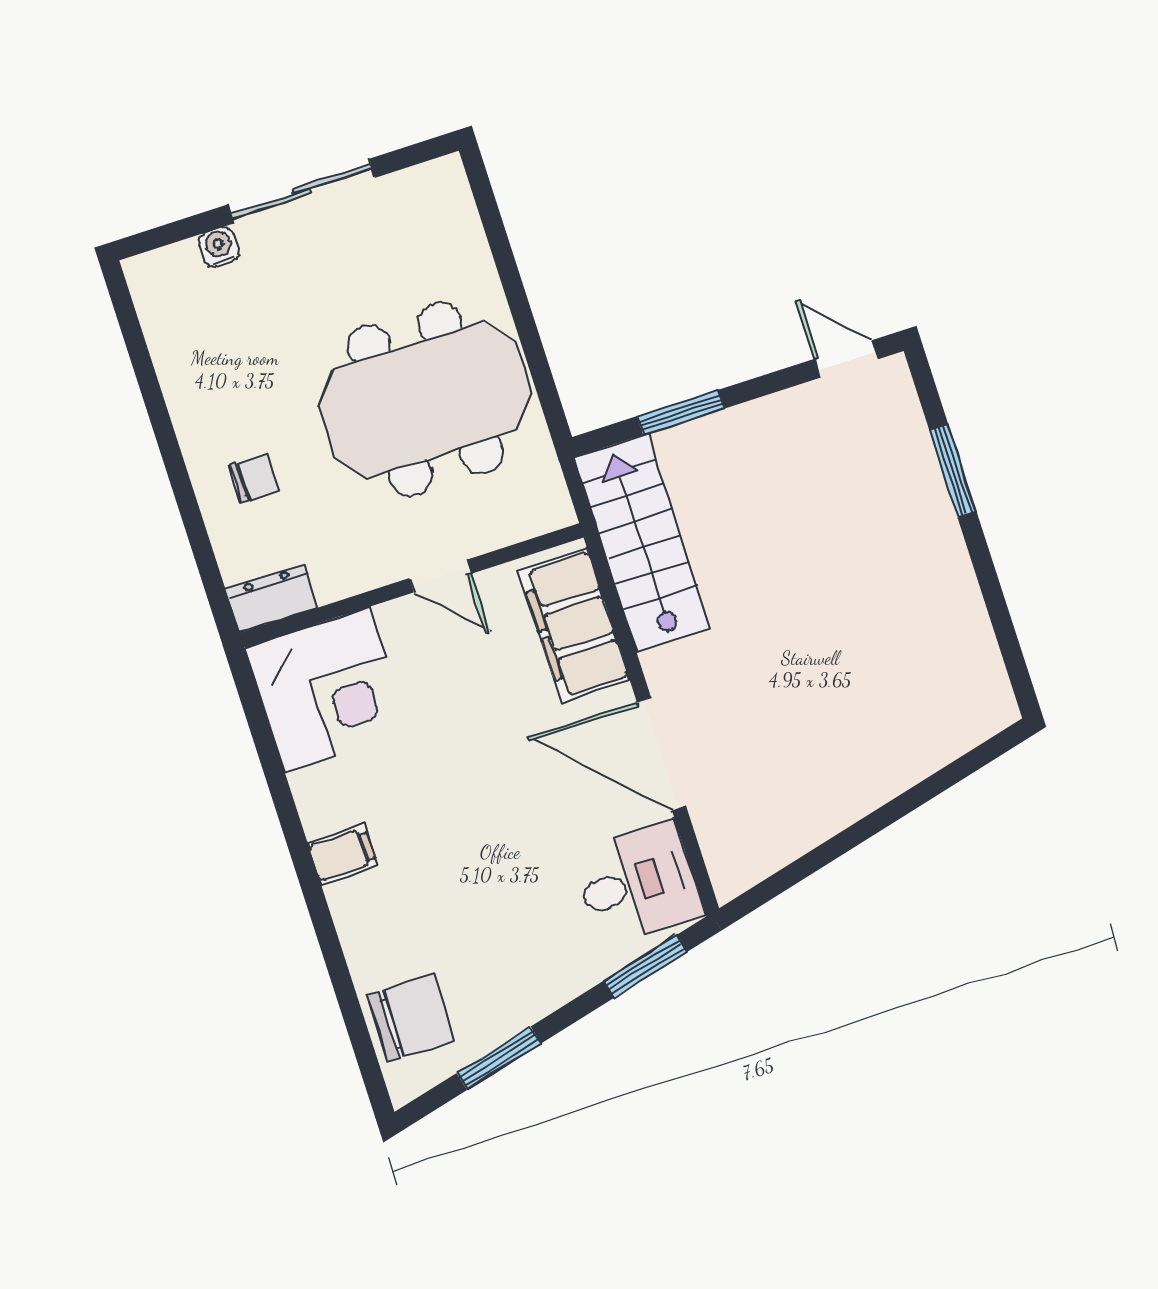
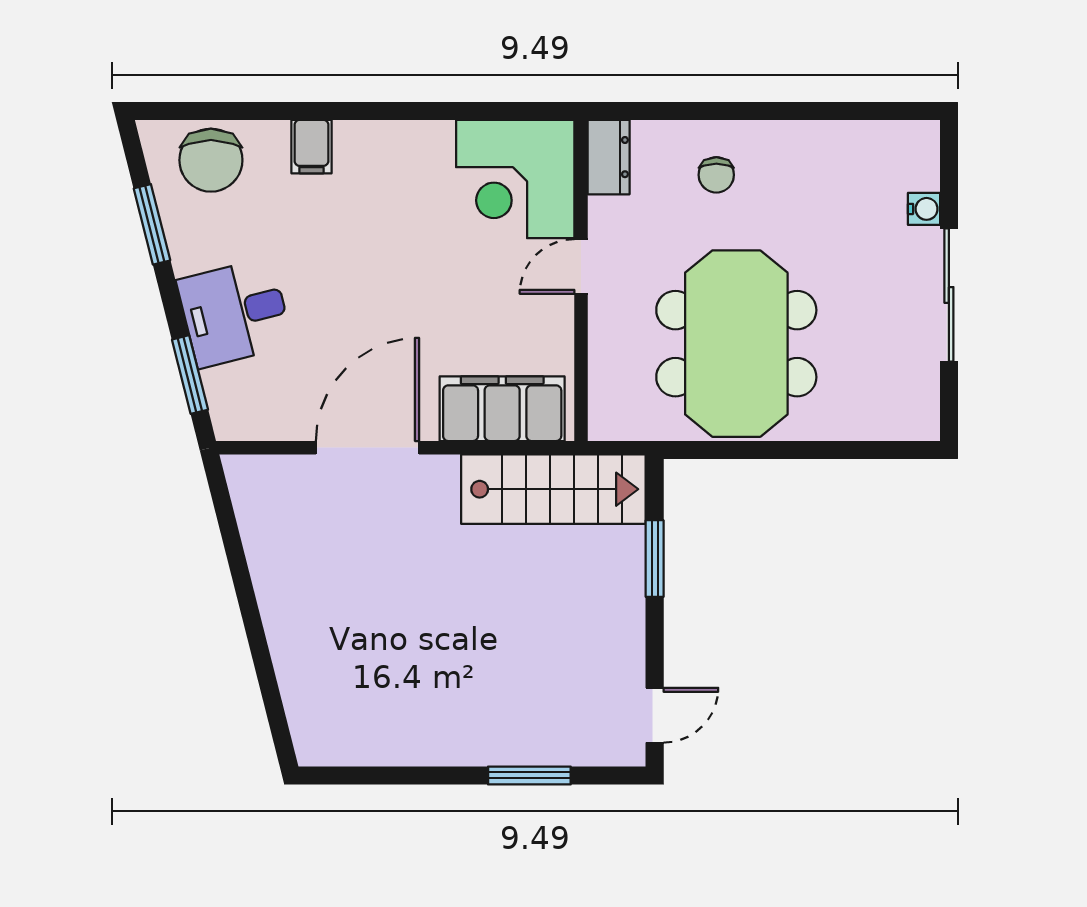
door: (440, 576) -> (581, 266), moved
filing cabinet: (342, 854) -> (311, 147), moved
desk: (637, 883) -> (235, 313), moved, turned 76

